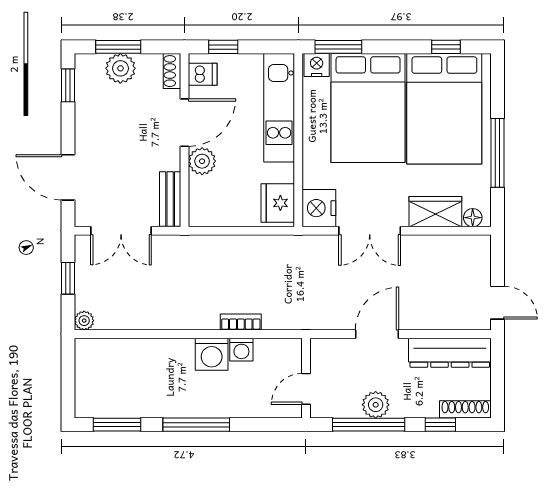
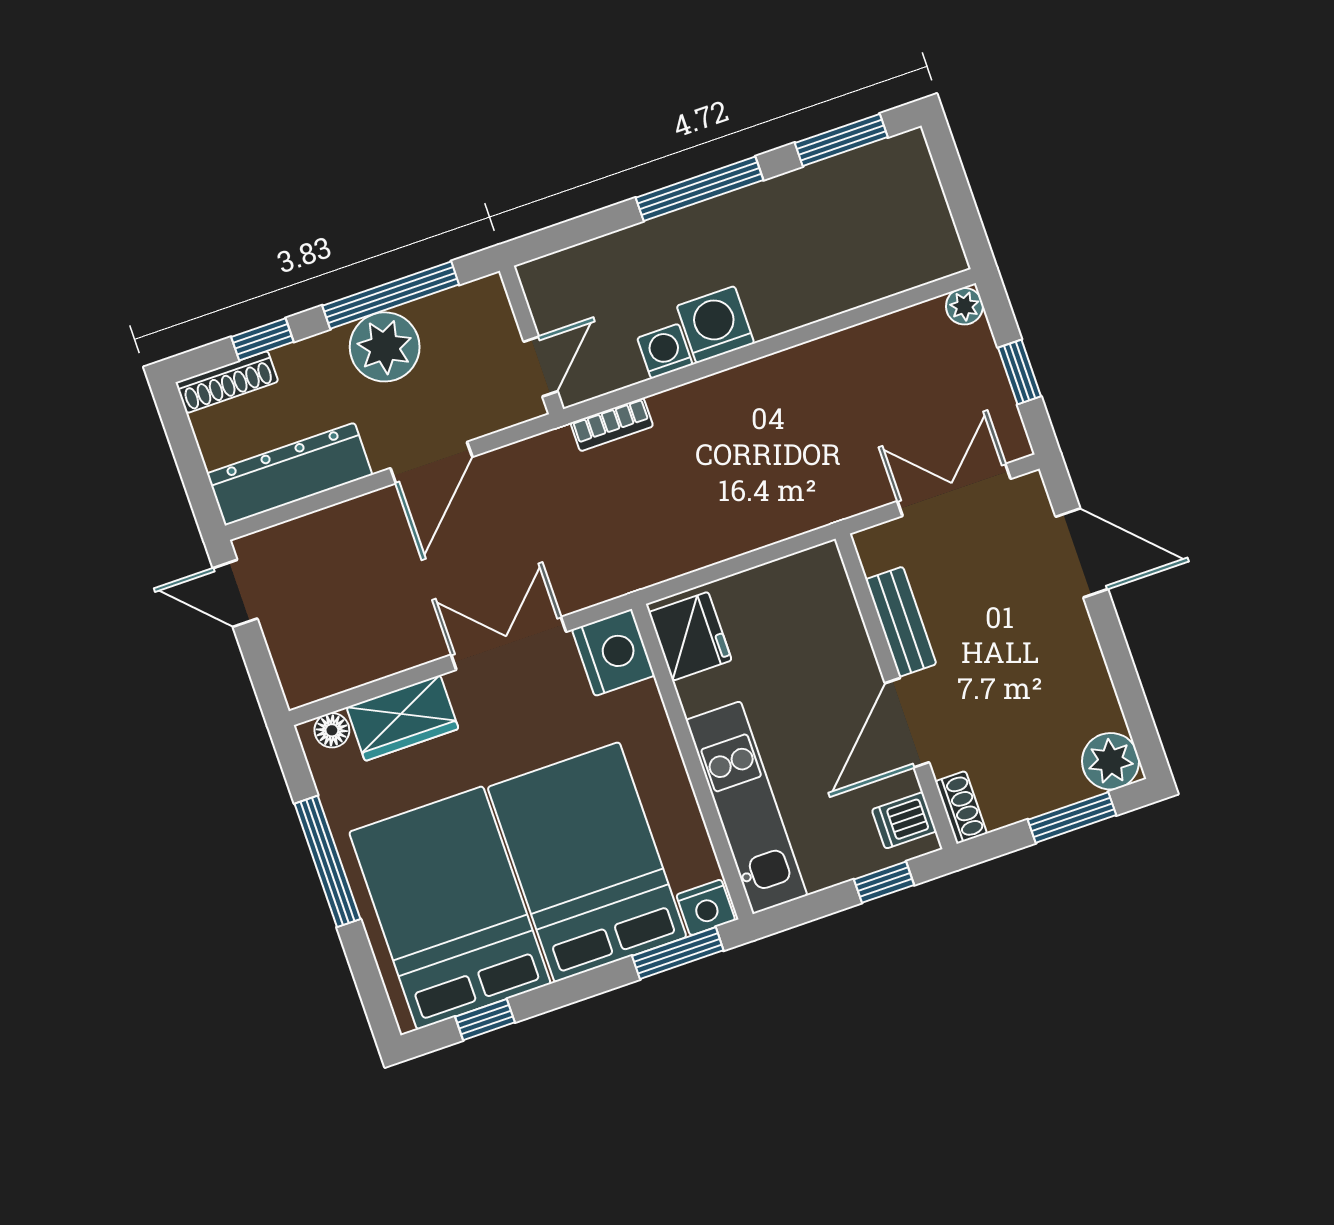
plant: (120, 68) -> (1110, 761), moved
window: (68, 85) -> (1138, 718), removed
plant: (202, 161) -> (852, 664), removed
bench: (170, 199) -> (901, 622), moved
bookcase: (241, 322) -> (612, 425), moved
door: (306, 389) -> (541, 366), moved
plant: (376, 405) -> (385, 347), width x1.36, depth x1.36

